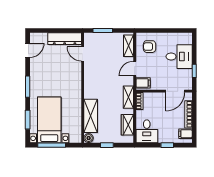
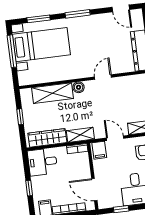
door: (83, 54) -> (103, 77), moved
wardrobe: (127, 125) -> (47, 138), width x1.50
boiler: (89, 138) -> (79, 87), moved

